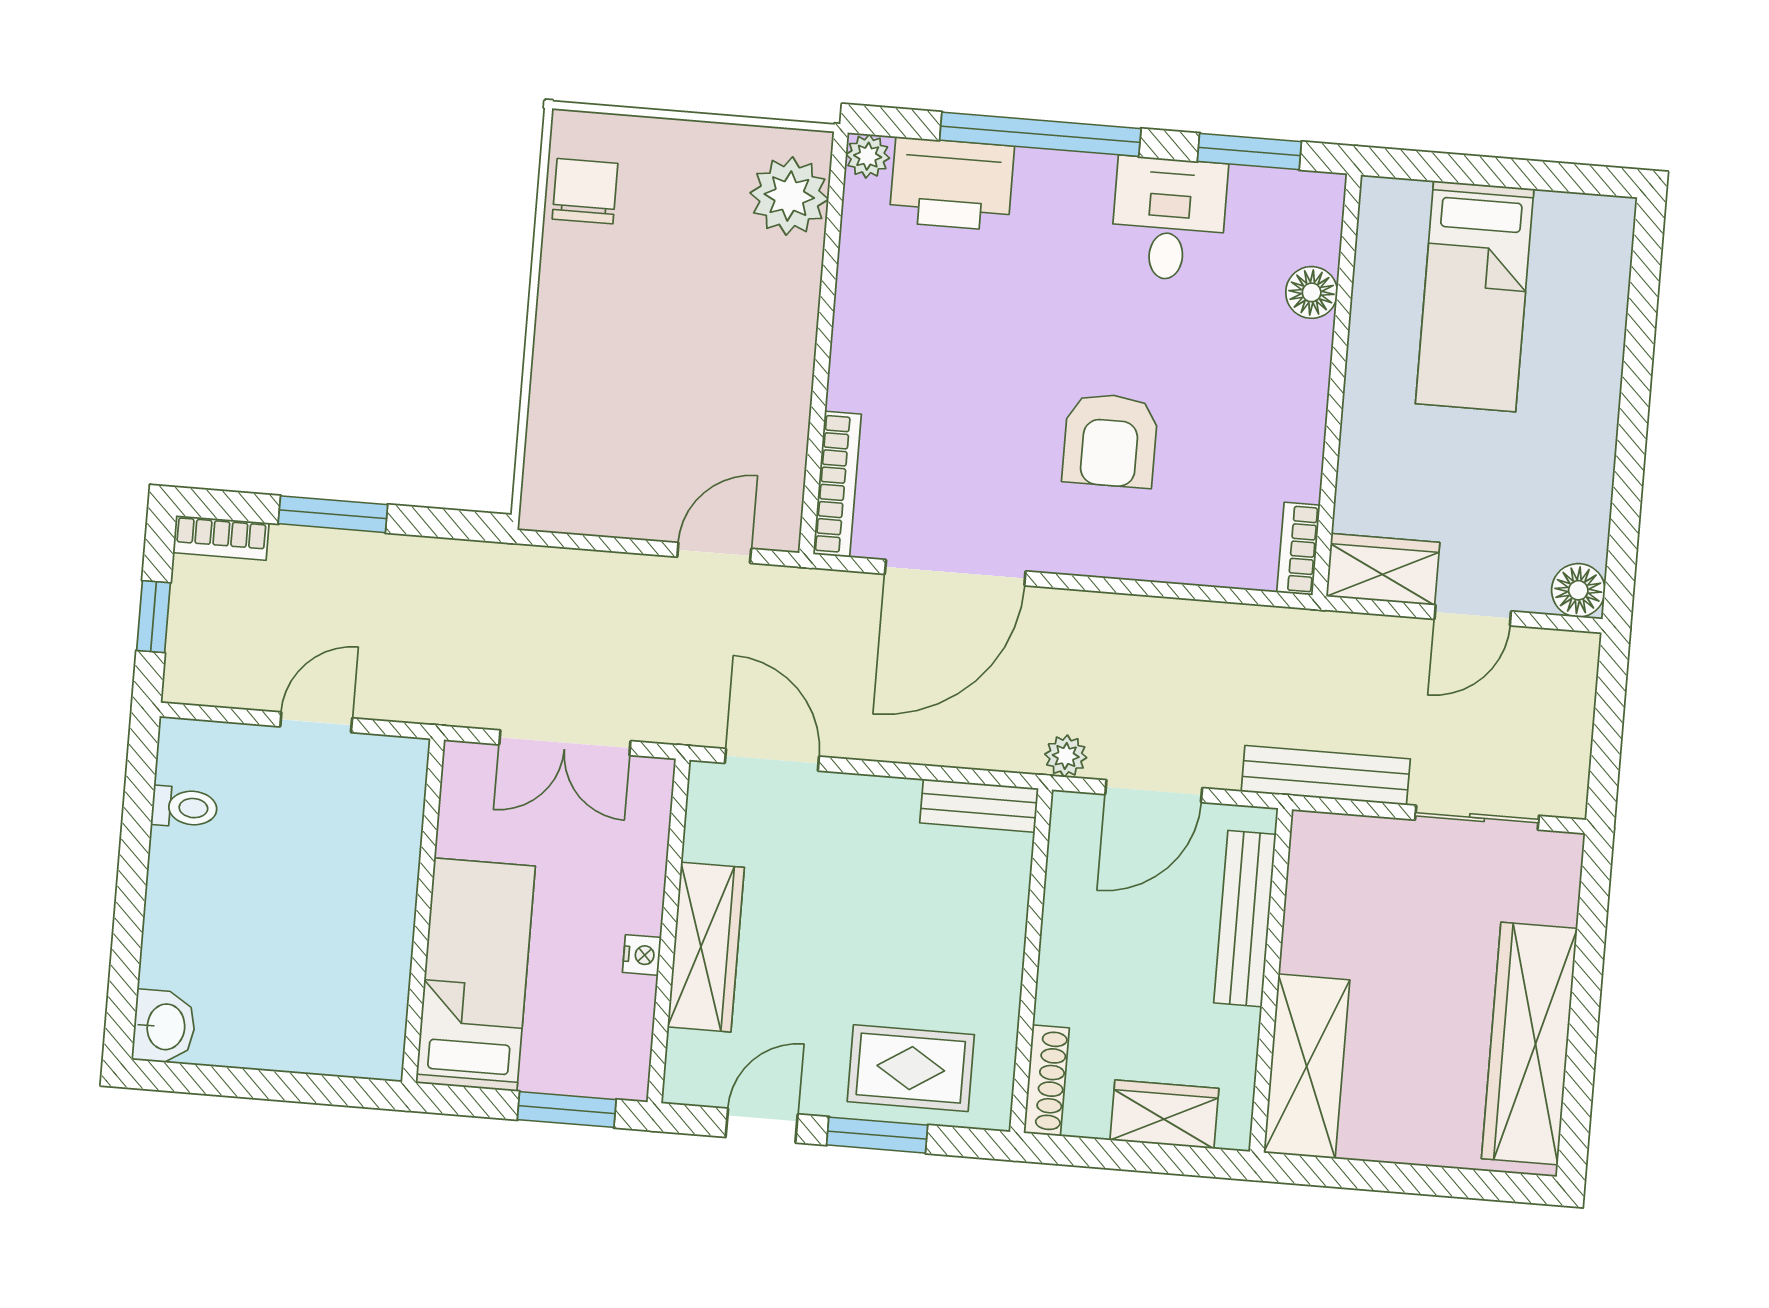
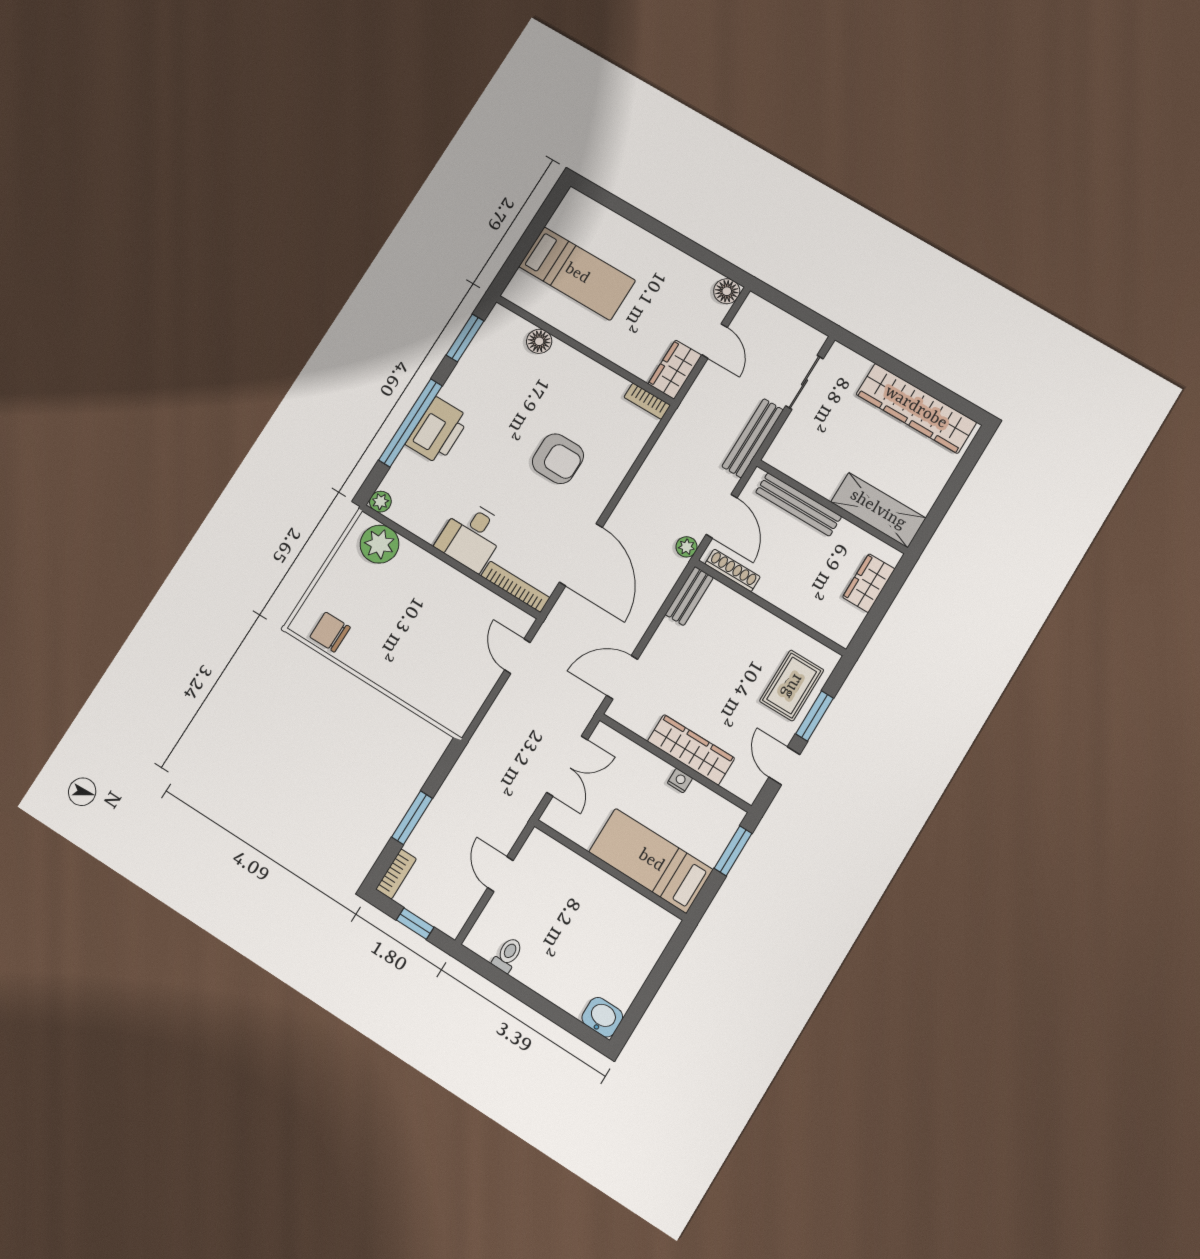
printer: (952, 184) -> (438, 431), moved
desk: (1169, 219) -> (472, 536), moved, turned -90
shoe rack: (1046, 1080) -> (733, 570), moved

